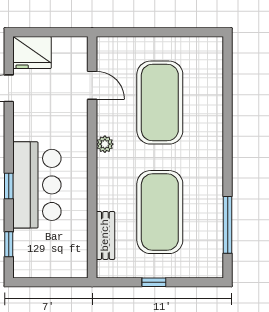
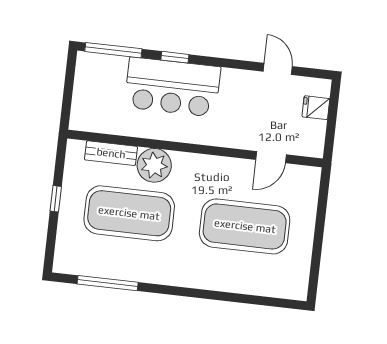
fridge: (32, 53) -> (316, 108), width x0.53, depth x0.75
plant: (105, 144) -> (154, 165), moved, width x1.88, depth x1.88
window: (9, 244) -> (113, 50), width x2.17

